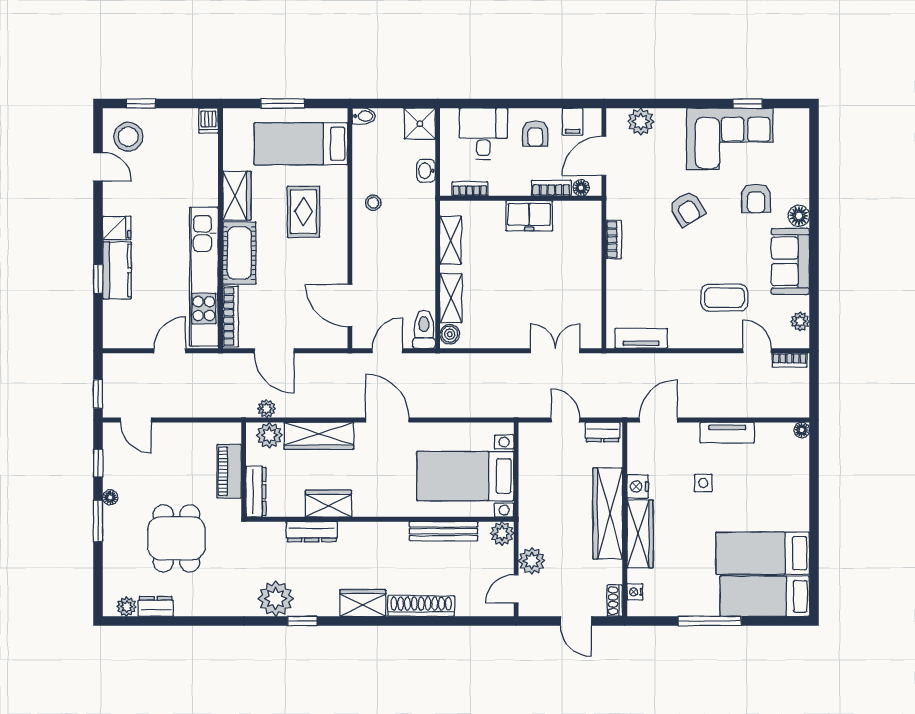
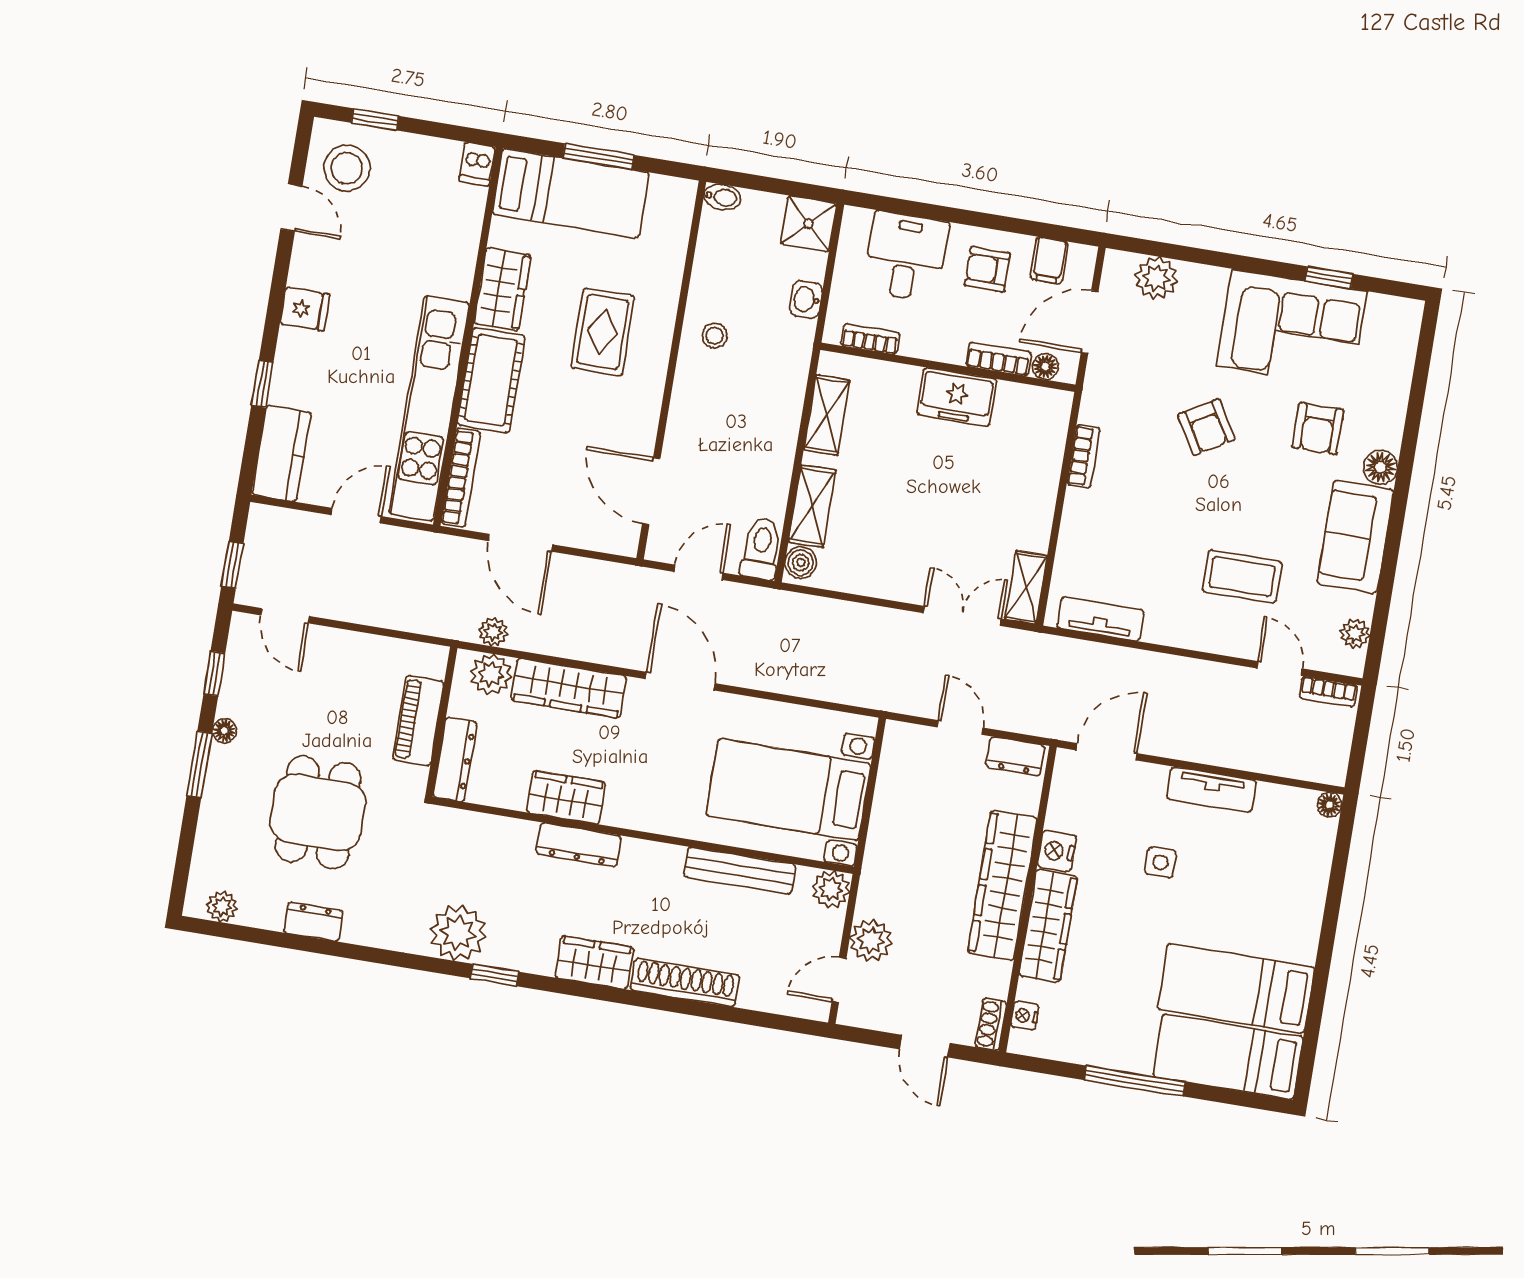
armchair: (535, 134) -> (987, 269), turned 90
bed: (301, 144) -> (571, 193), moved, turned 180
kitchen counter: (117, 270) -> (281, 453), moved
shelving: (592, 327) -> (1026, 587), added
dresser: (312, 532) -> (579, 845), moved
dresser: (156, 606) -> (313, 922), moved

